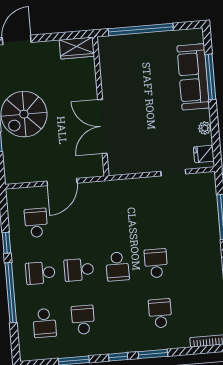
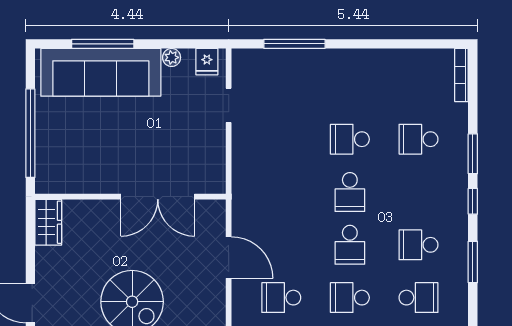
sofa: (193, 77) -> (101, 72), width x1.36, depth x1.27
school desk: (117, 266) -> (350, 192), turned 90
school desk: (40, 273) -> (350, 298), turned 90

